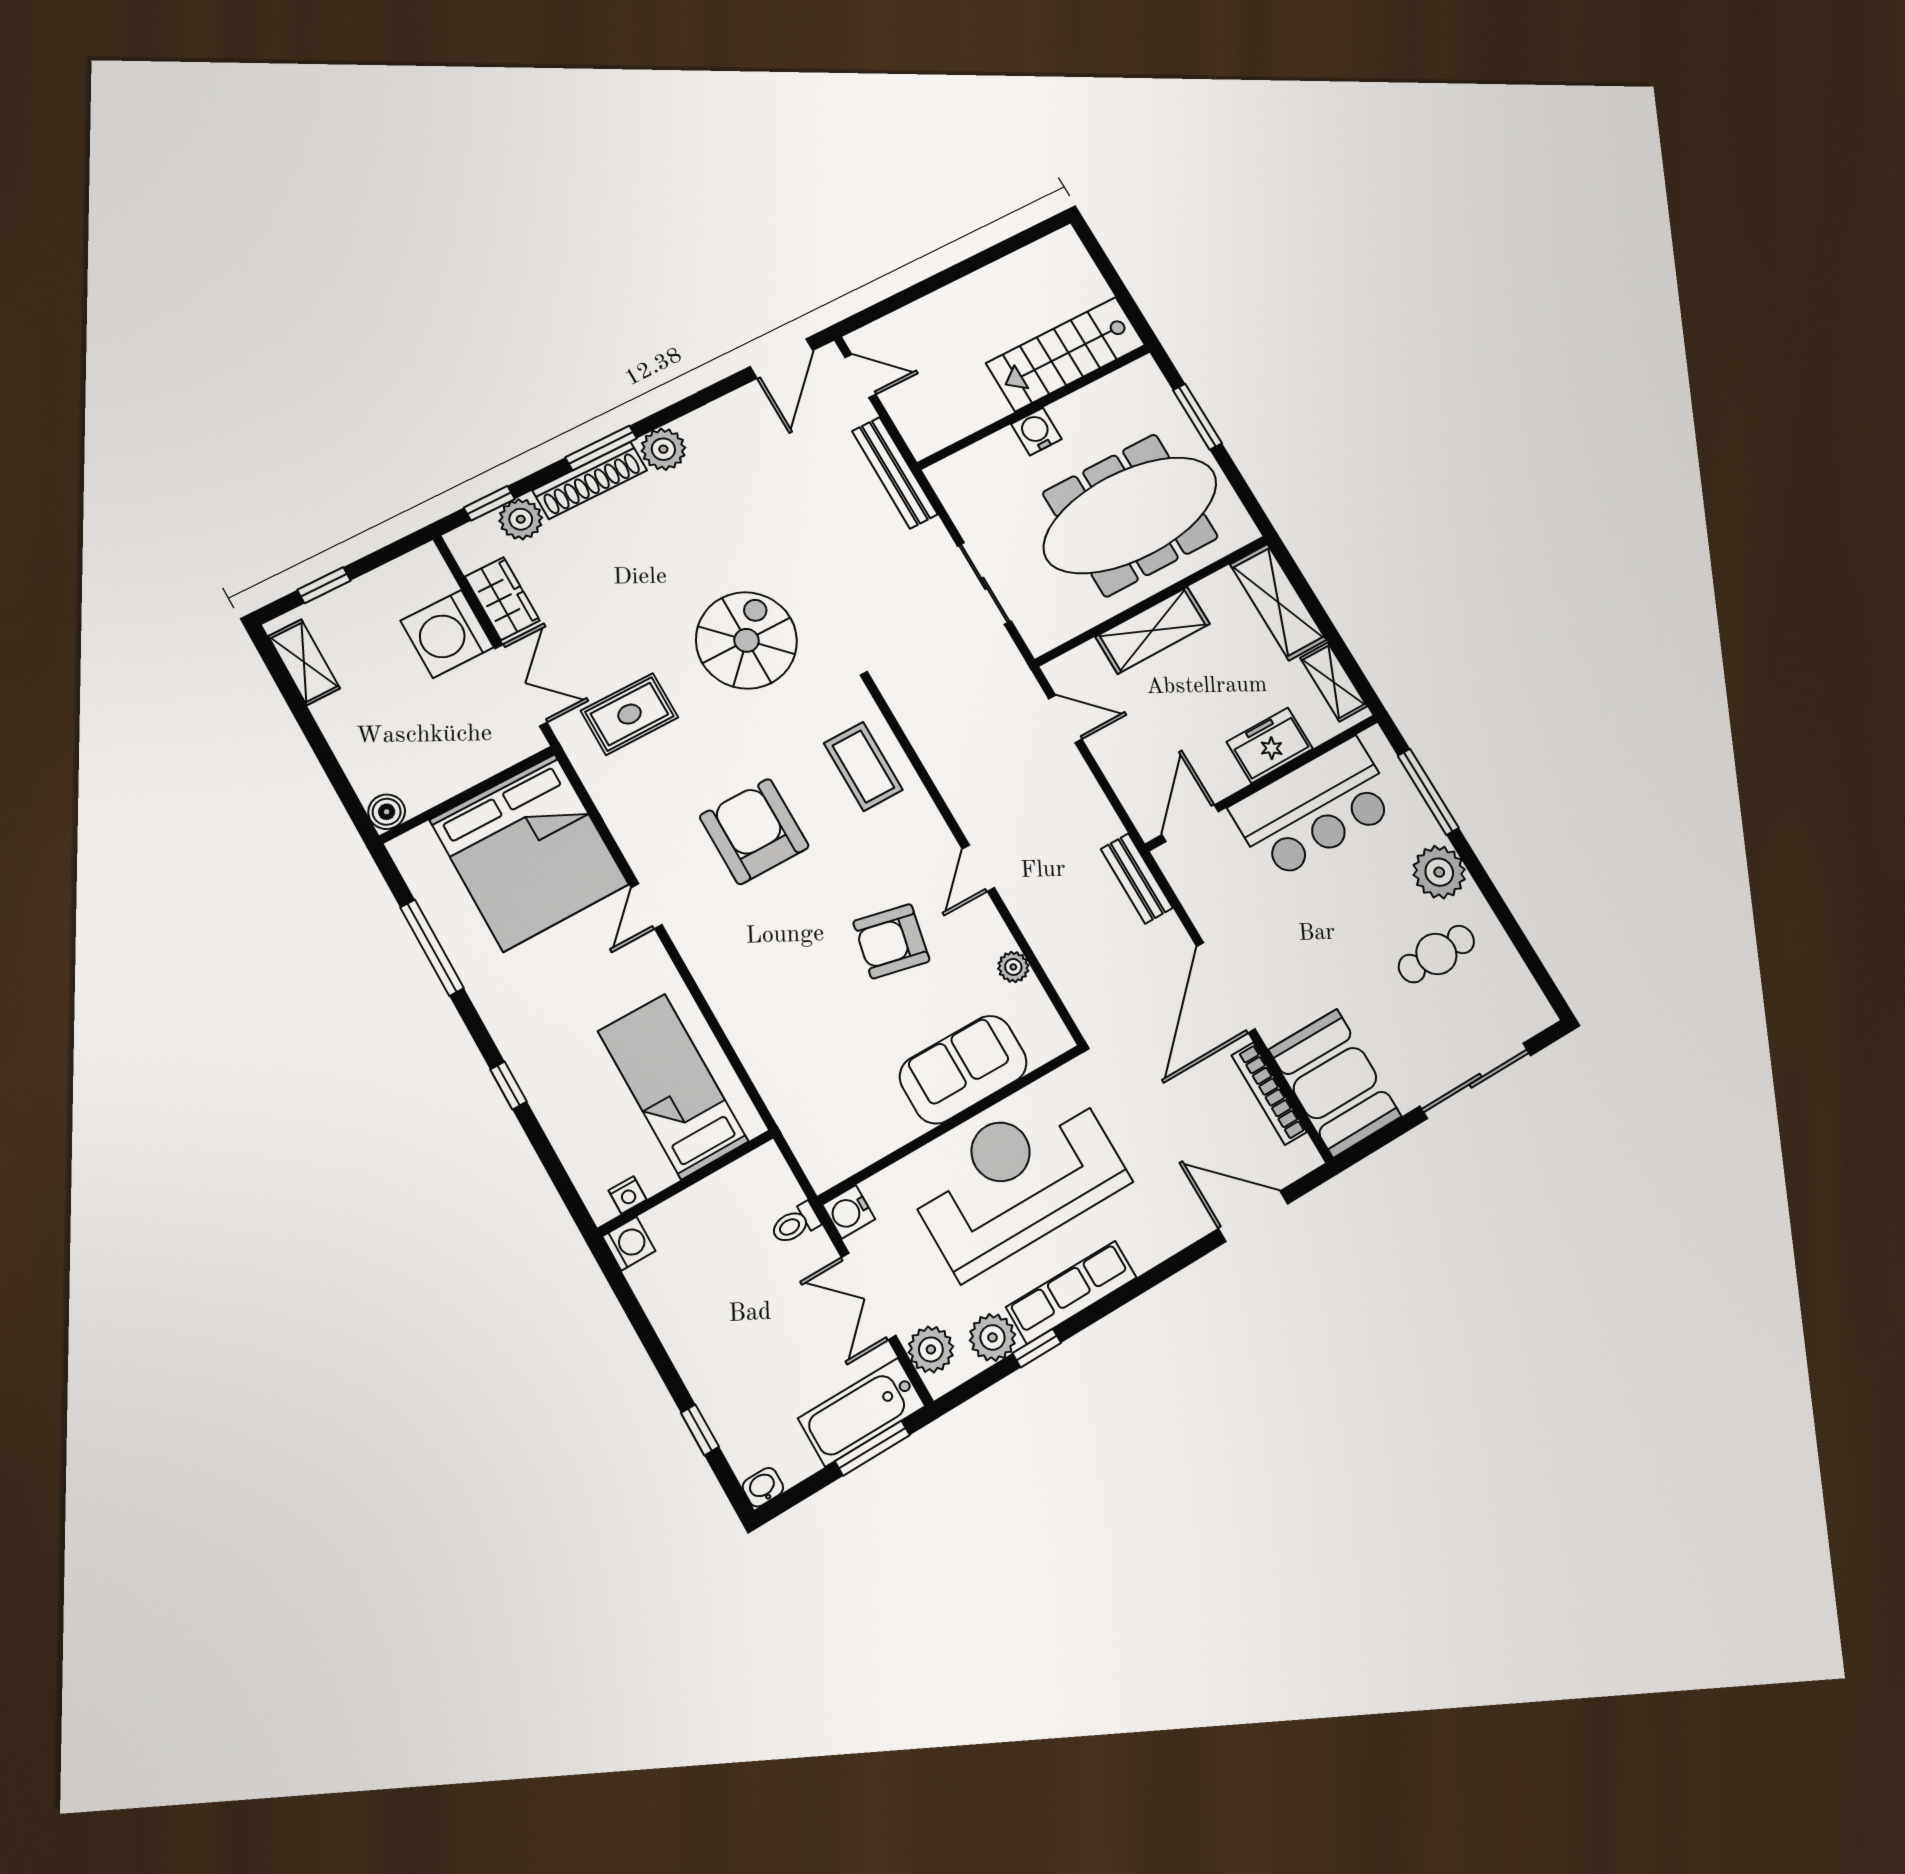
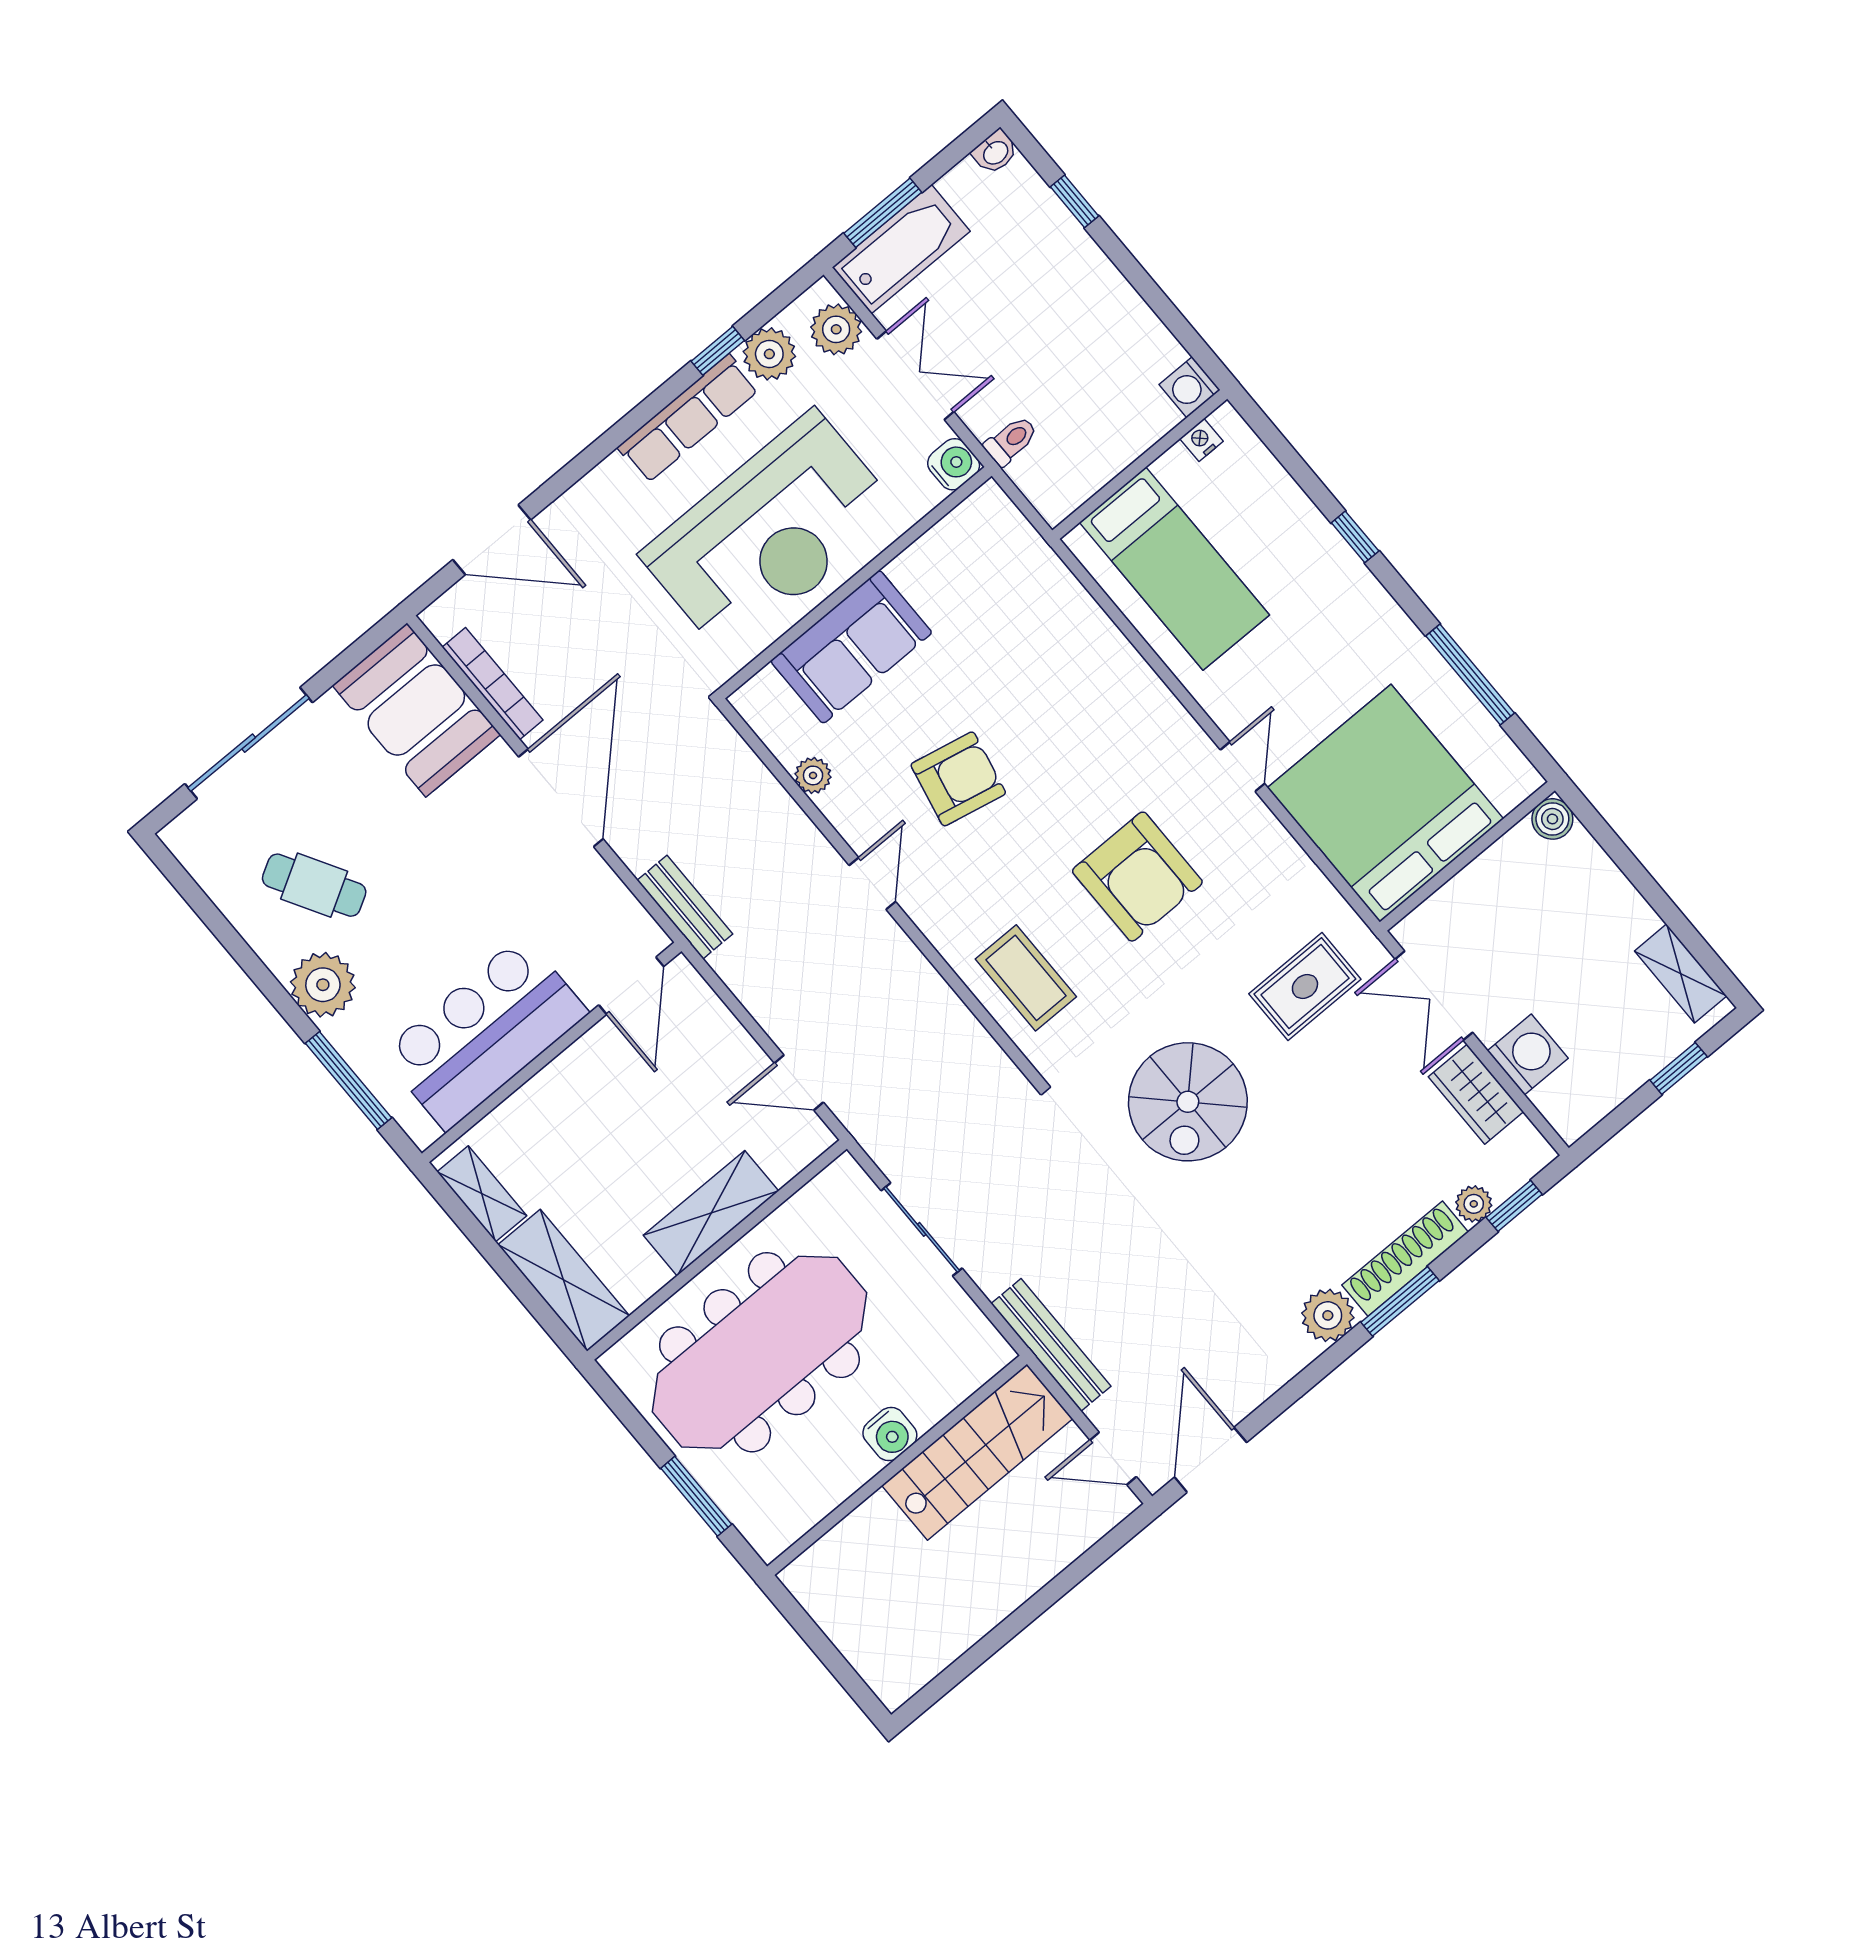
stairs: (1066, 354) -> (977, 1452), moved
plant: (521, 519) -> (1474, 1204), width x0.73, depth x0.73
washing machine: (447, 634) -> (1528, 1054), width x0.73, depth x0.73
freezer: (1270, 745) -> (549, 1100), removed
cafe table: (1436, 954) -> (314, 885), turned 60

